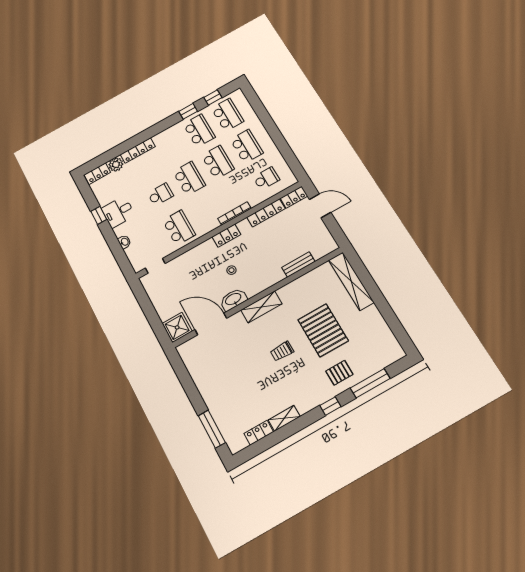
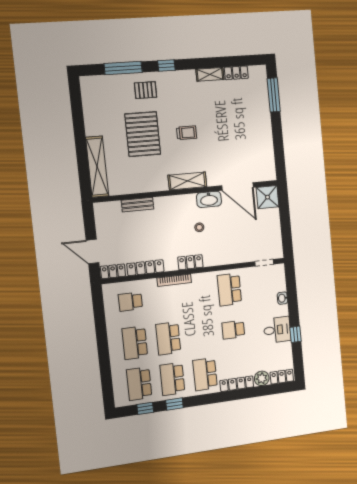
school desk: (189, 178) -> (205, 374), moved

